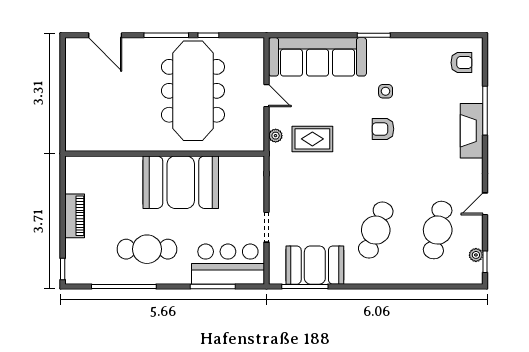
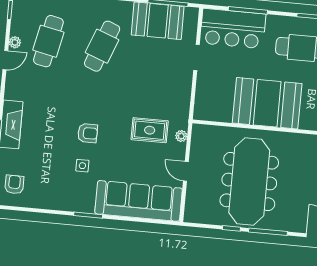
armchair: (461, 63) -> (14, 184), turned 90
plant: (476, 255) -> (15, 42), moved

